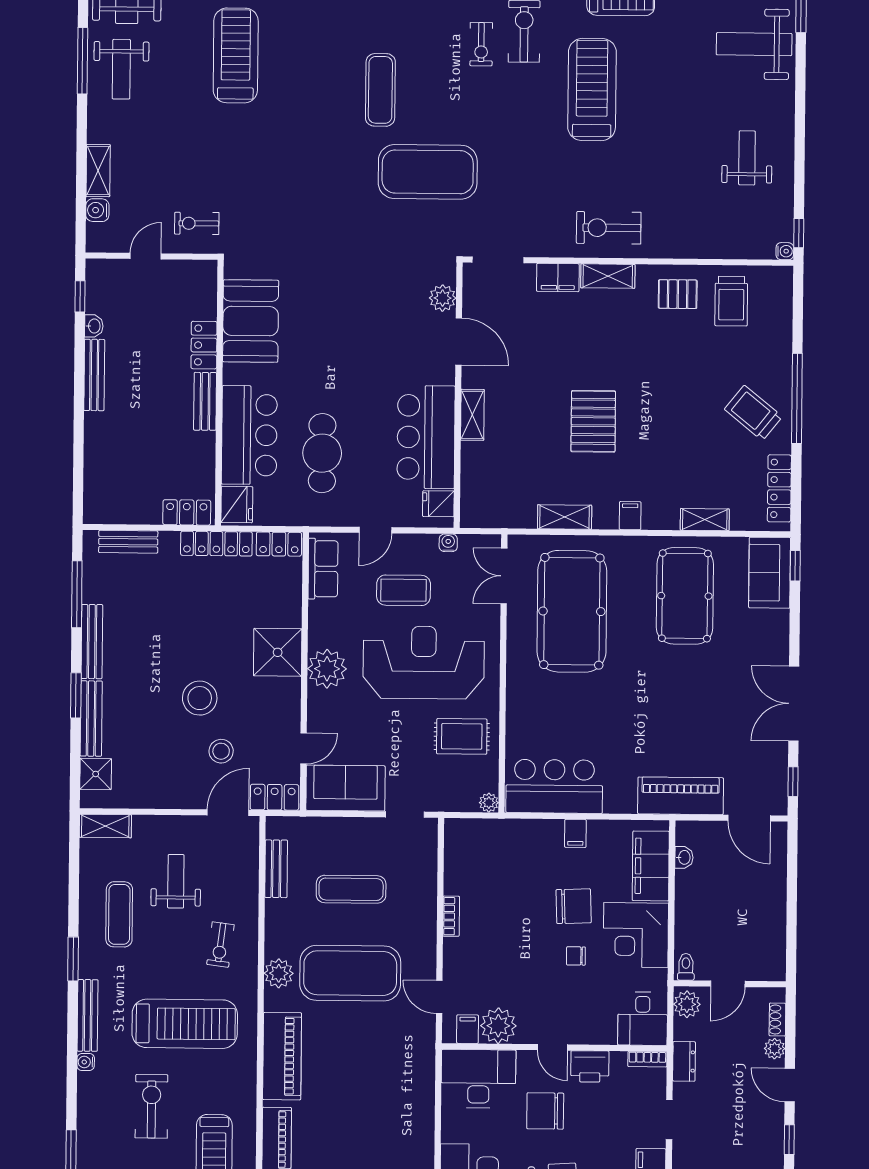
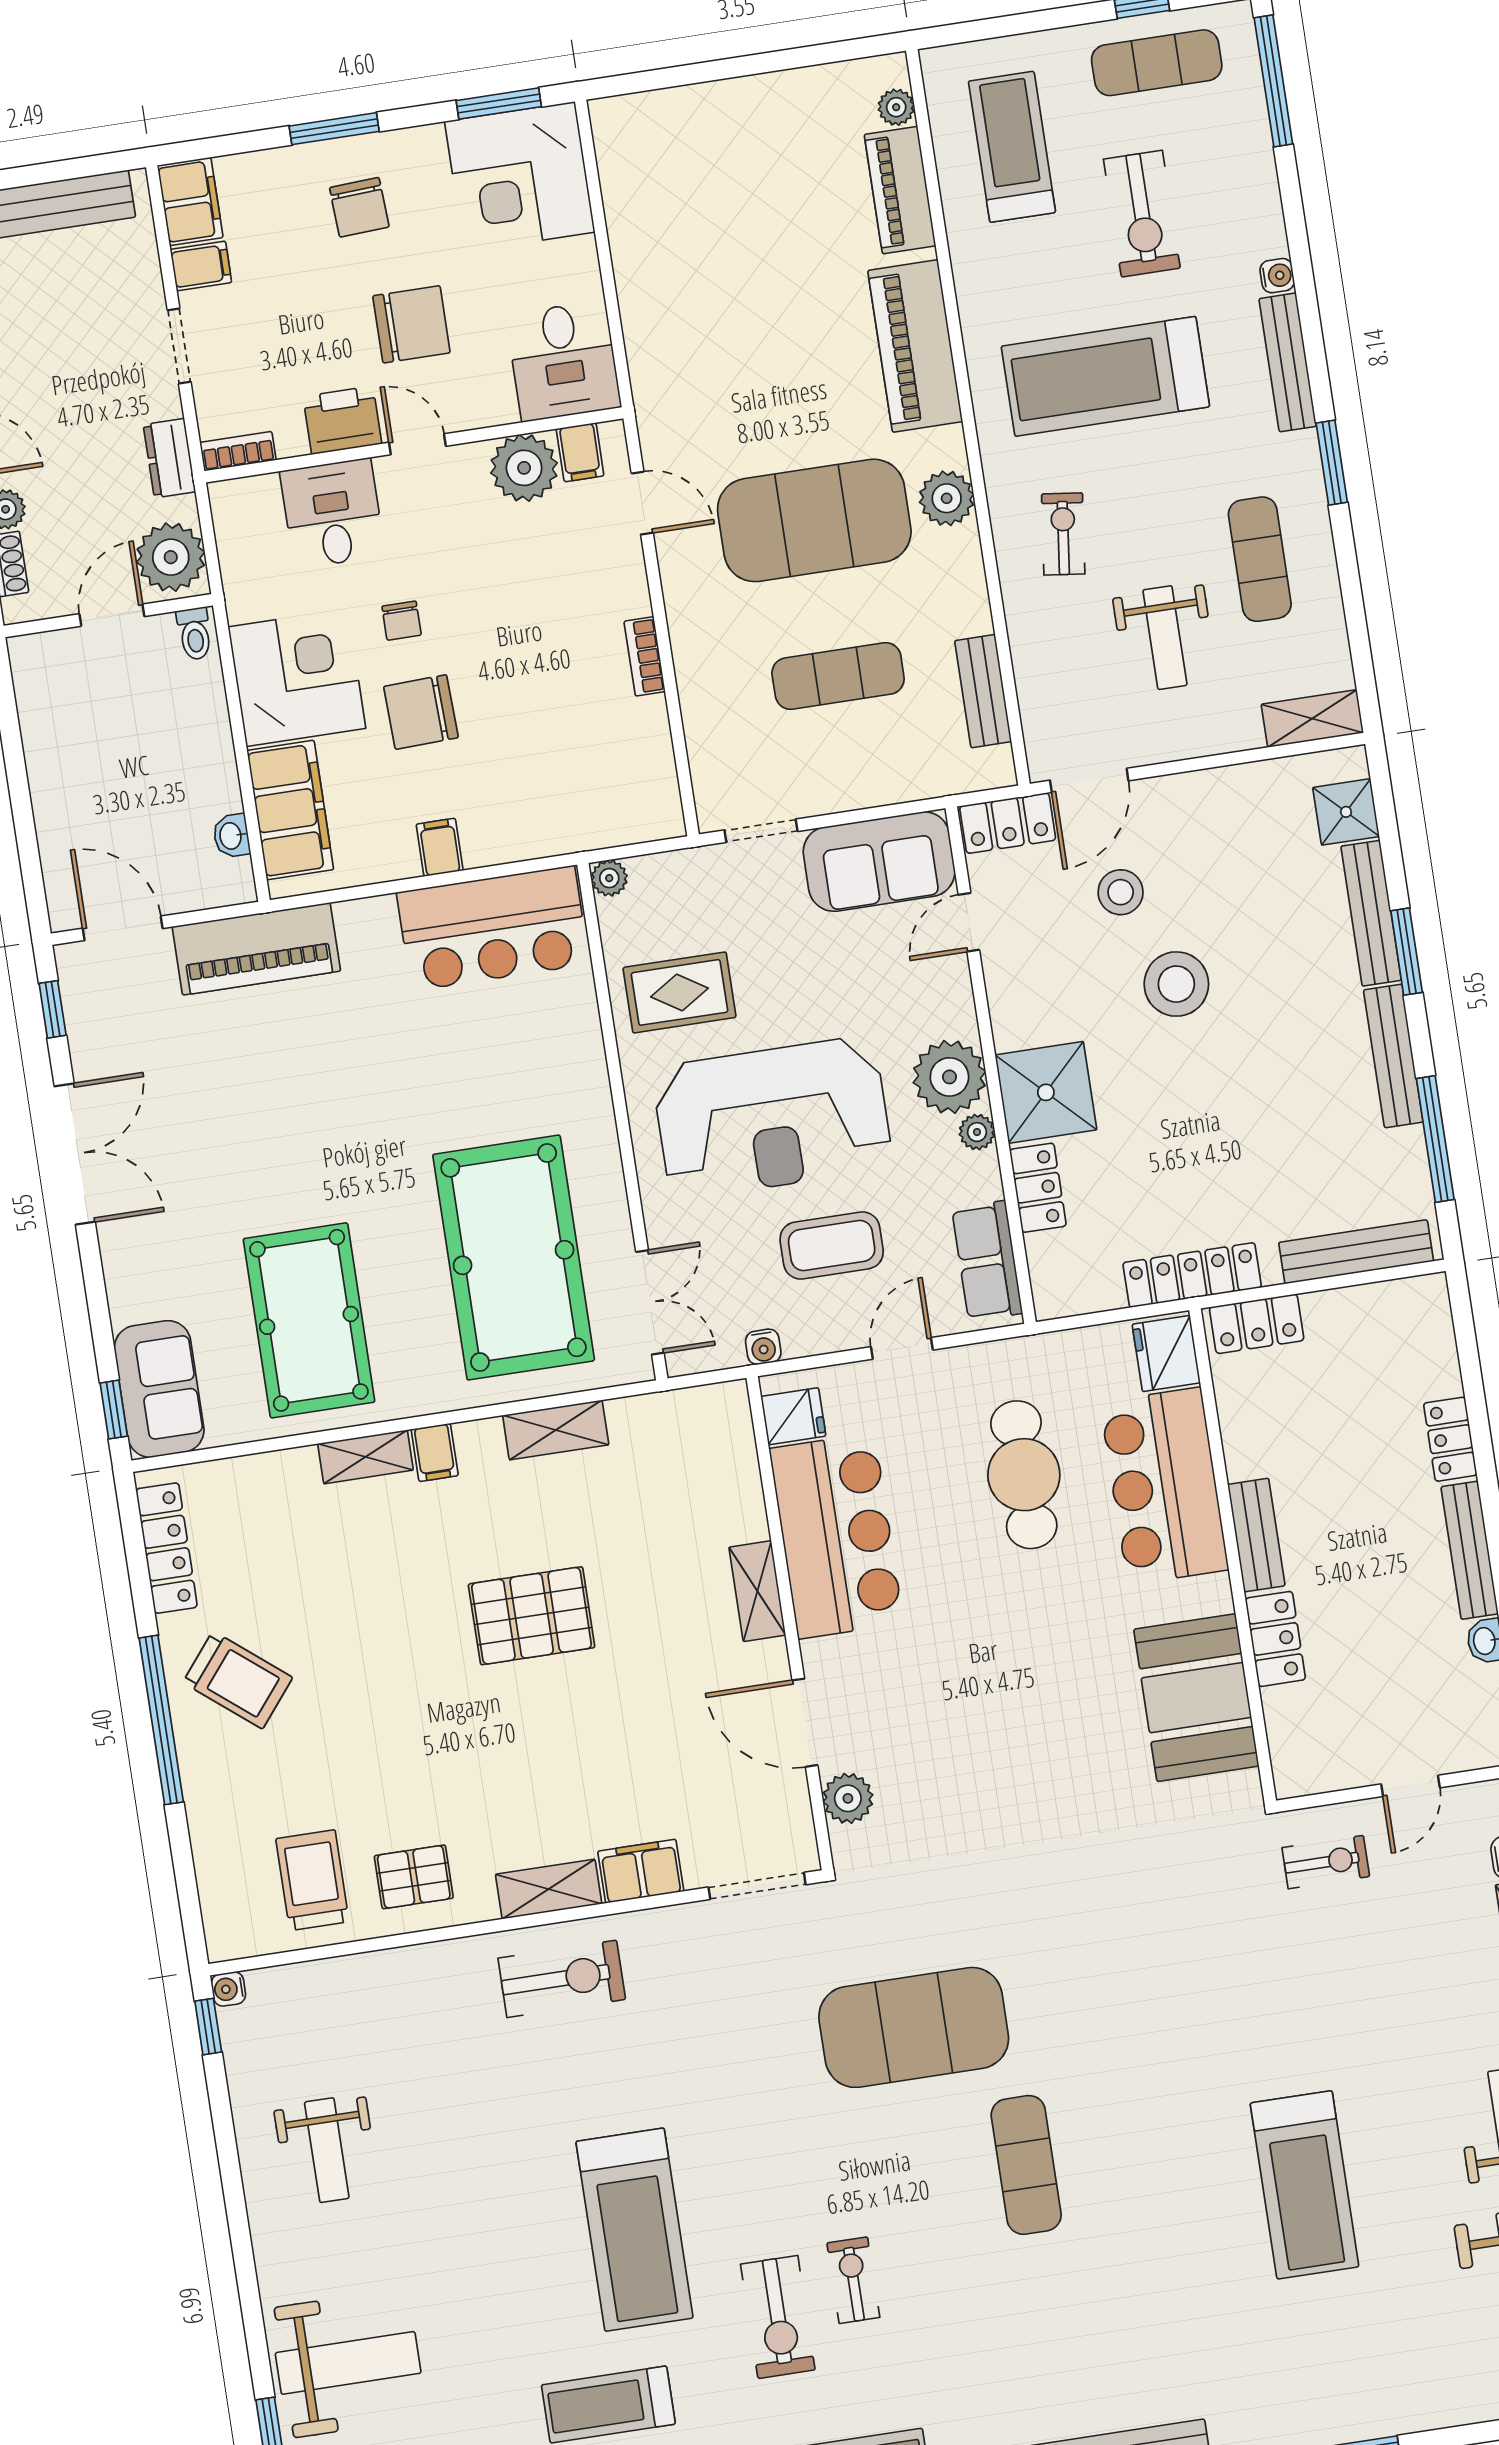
pallet: (593, 421) -> (532, 1616), turned 90
locker: (95, 435) -> (1450, 1439), added
shelving: (705, 520) -> (366, 1457), moved
bench: (128, 542) -> (1356, 1252), width x1.36
locker: (279, 544) -> (1038, 1188), moved, turned 90
plant: (317, 637) -> (977, 1132), added
chair: (576, 956) -> (402, 621), turned 90
plant: (687, 1004) -> (171, 557), width x1.36, depth x1.36
desk: (643, 1019) -> (332, 513), moved
desk: (478, 1079) -> (563, 361), width x0.73

